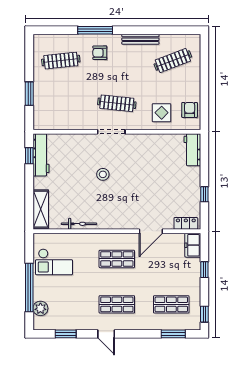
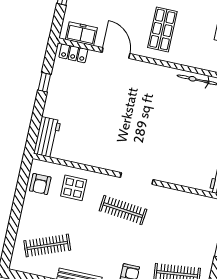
stool: (103, 174) -> (157, 131), removed
door: (151, 231) -> (116, 53), hinge flipped
freezer: (193, 245) -> (81, 34), moved, turned -90
shop shelf: (117, 259) -> (162, 30), turned 90

